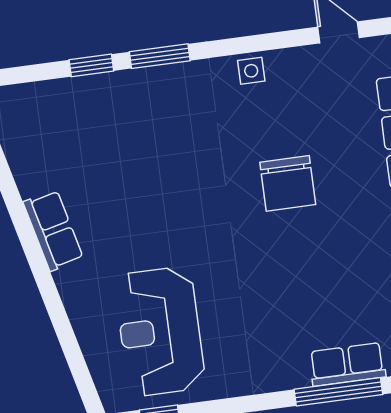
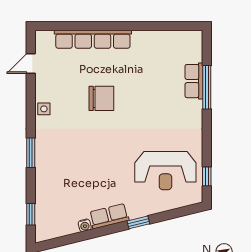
window: (91, 65) -> (31, 214), moved
water cooler: (28, 184) -> (85, 225), added
window: (49, 291) -> (138, 222), added

